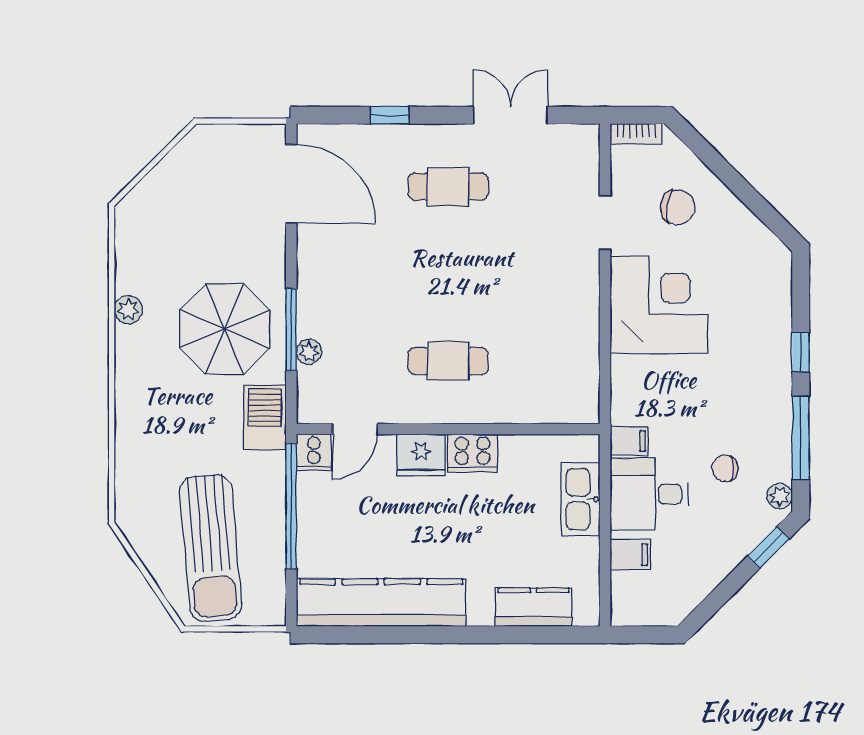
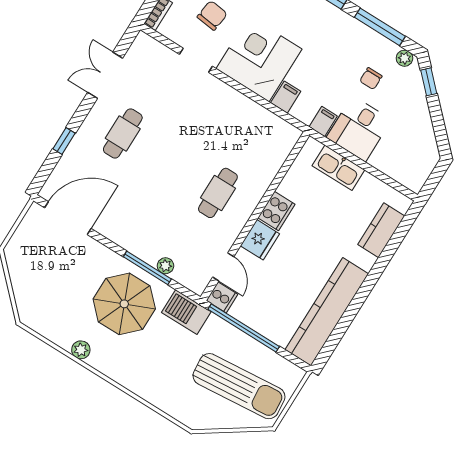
filing cabinet: (630, 555) -> (286, 97), moved

